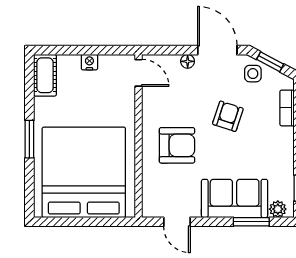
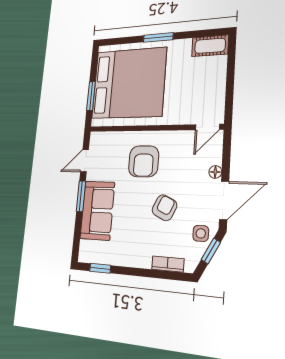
nightstand: (89, 62) -> (219, 83), removed
armchair: (228, 116) -> (164, 208), turned -83
plant: (278, 209) -> (85, 248), removed
window: (97, 222) -> (91, 96), added
window: (251, 222) -> (81, 196), moved

